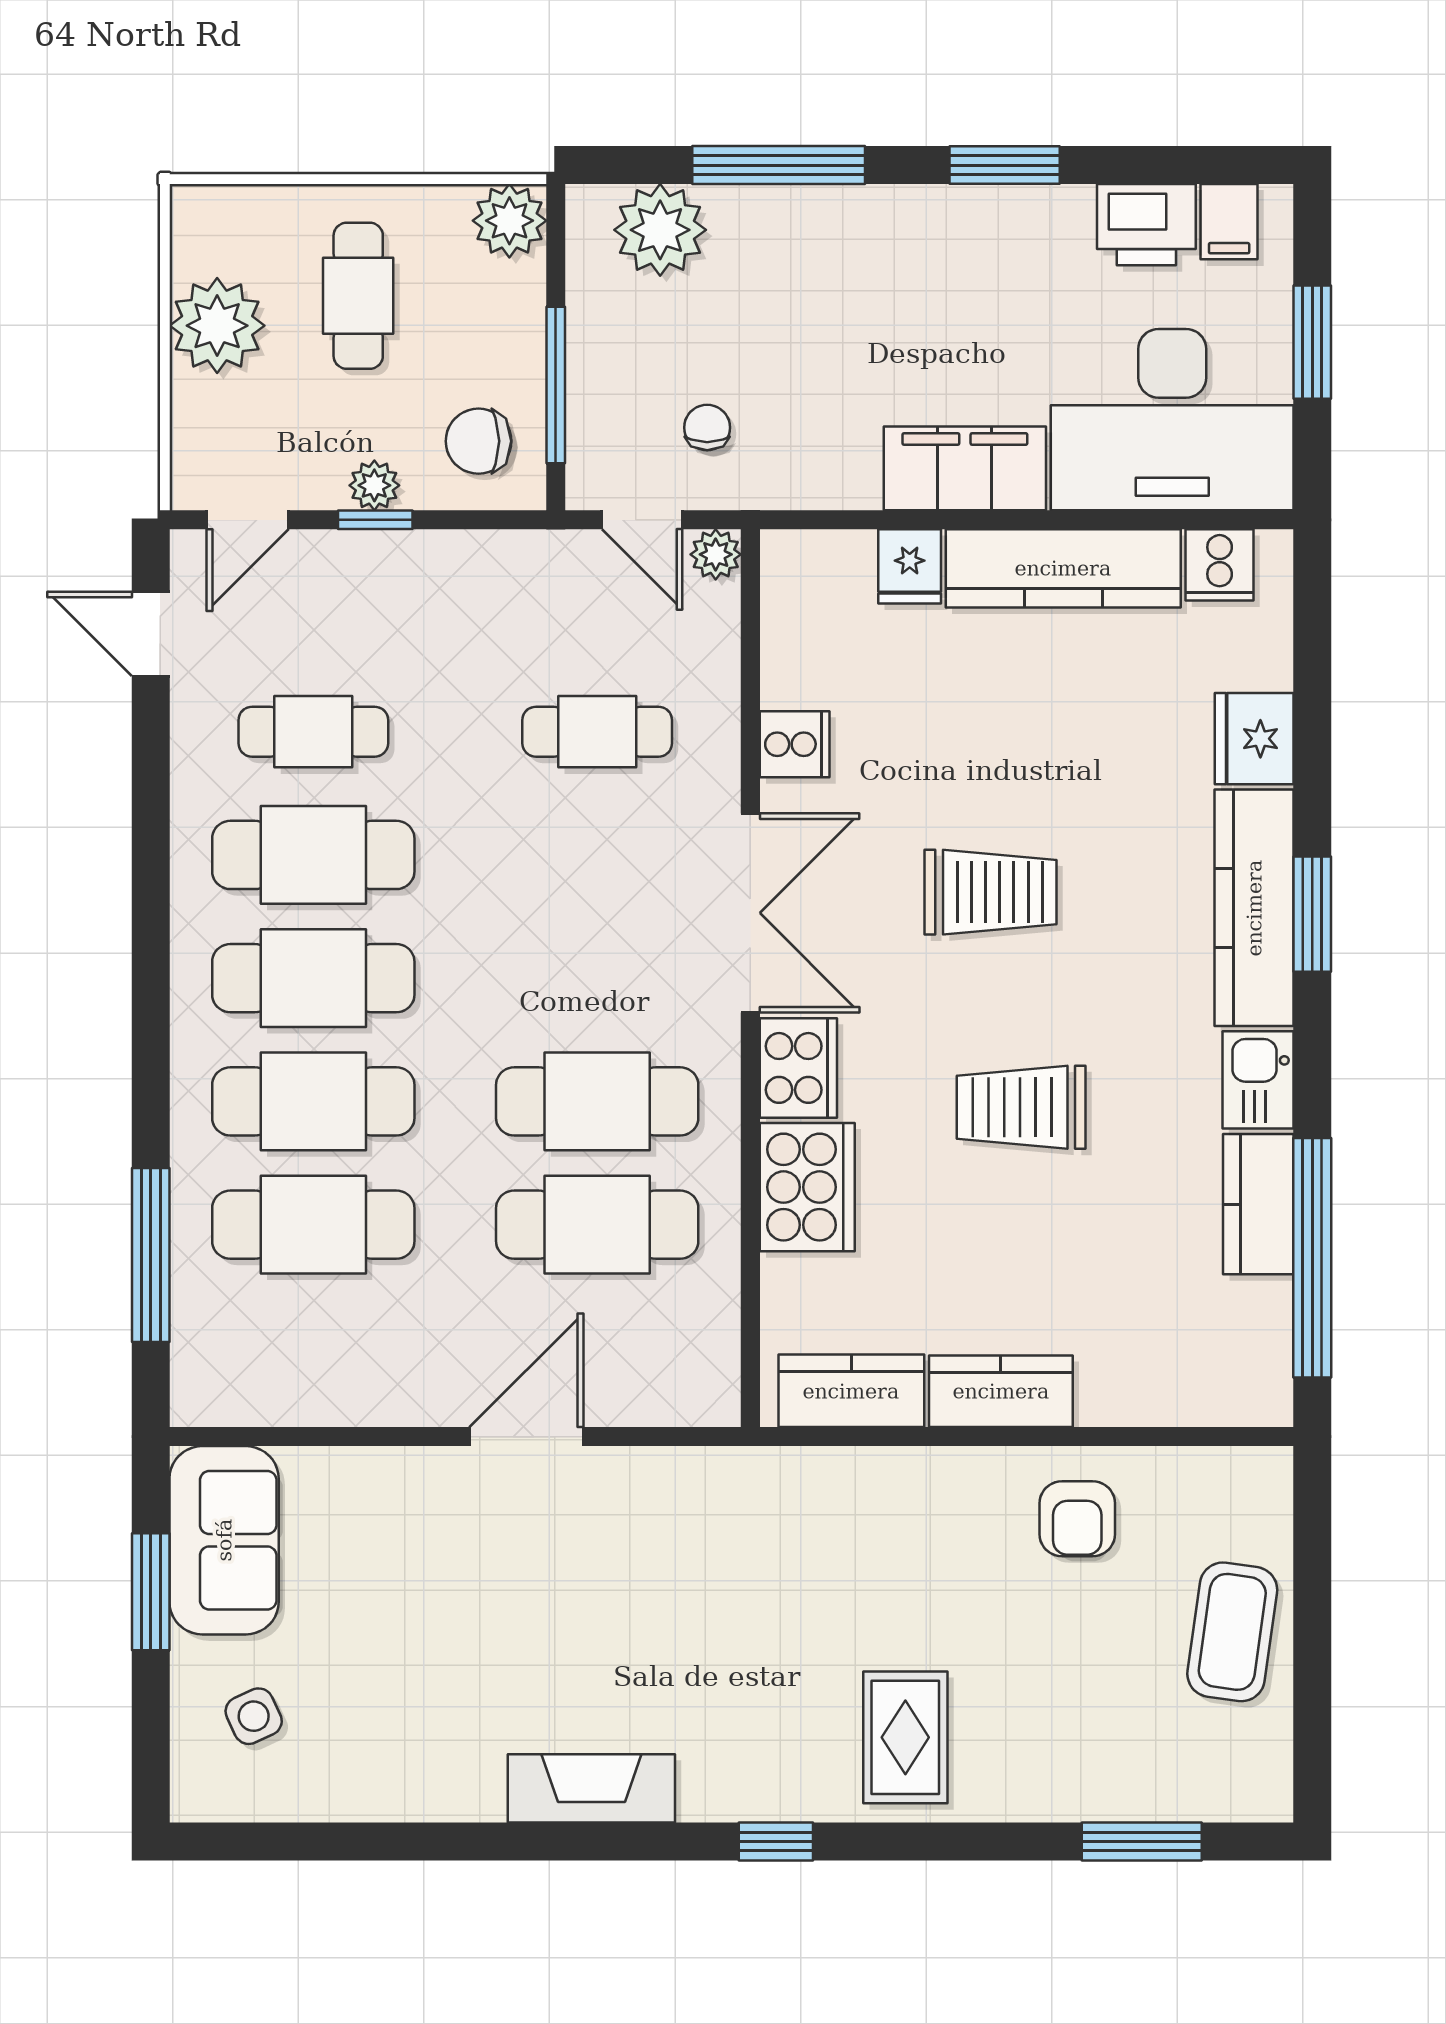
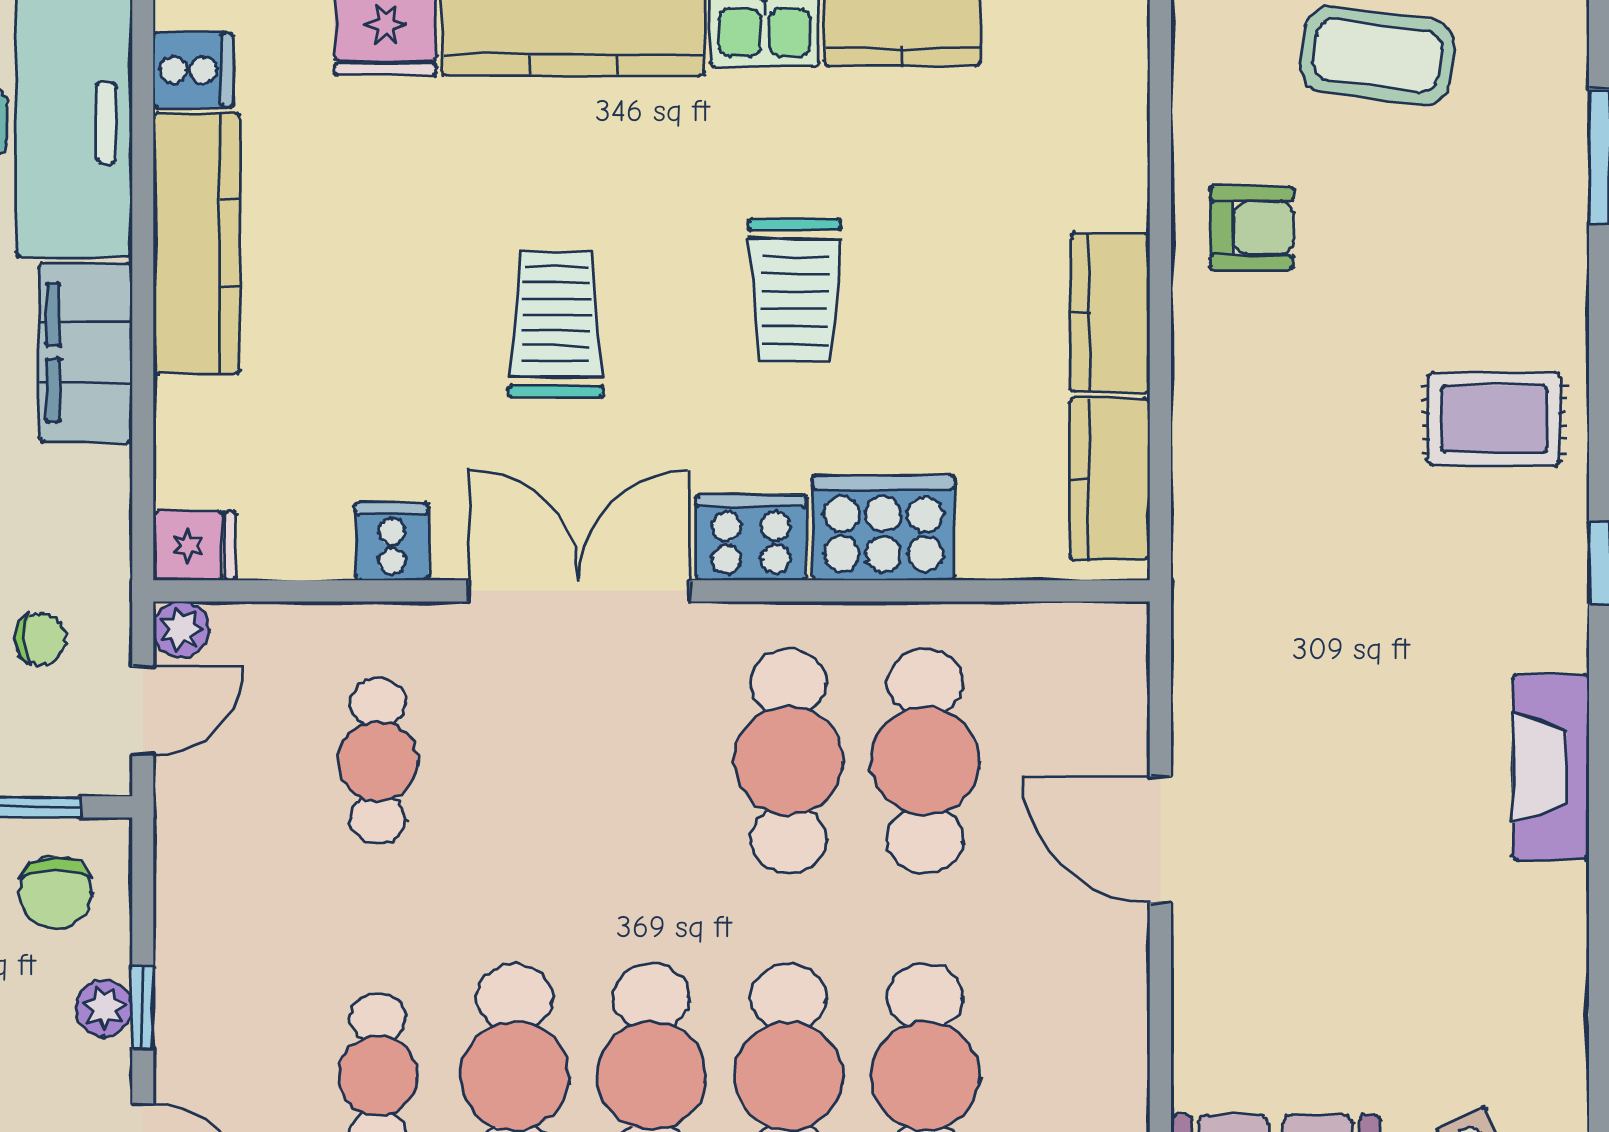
chair: (707, 428) -> (40, 639), turned 180
fridge: (910, 566) -> (195, 546), moved

